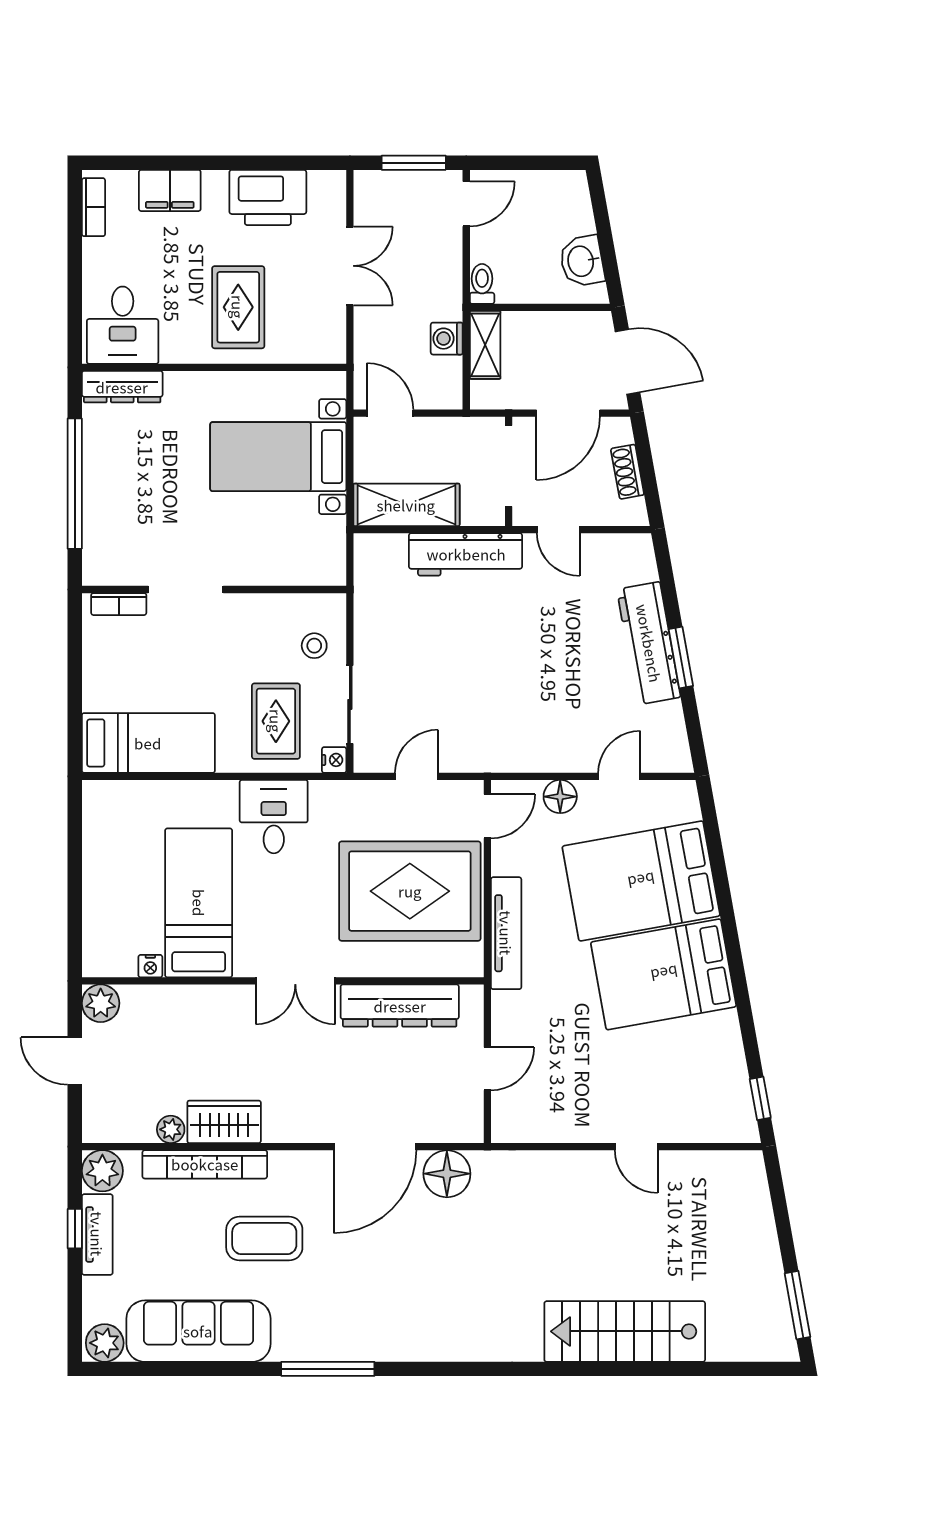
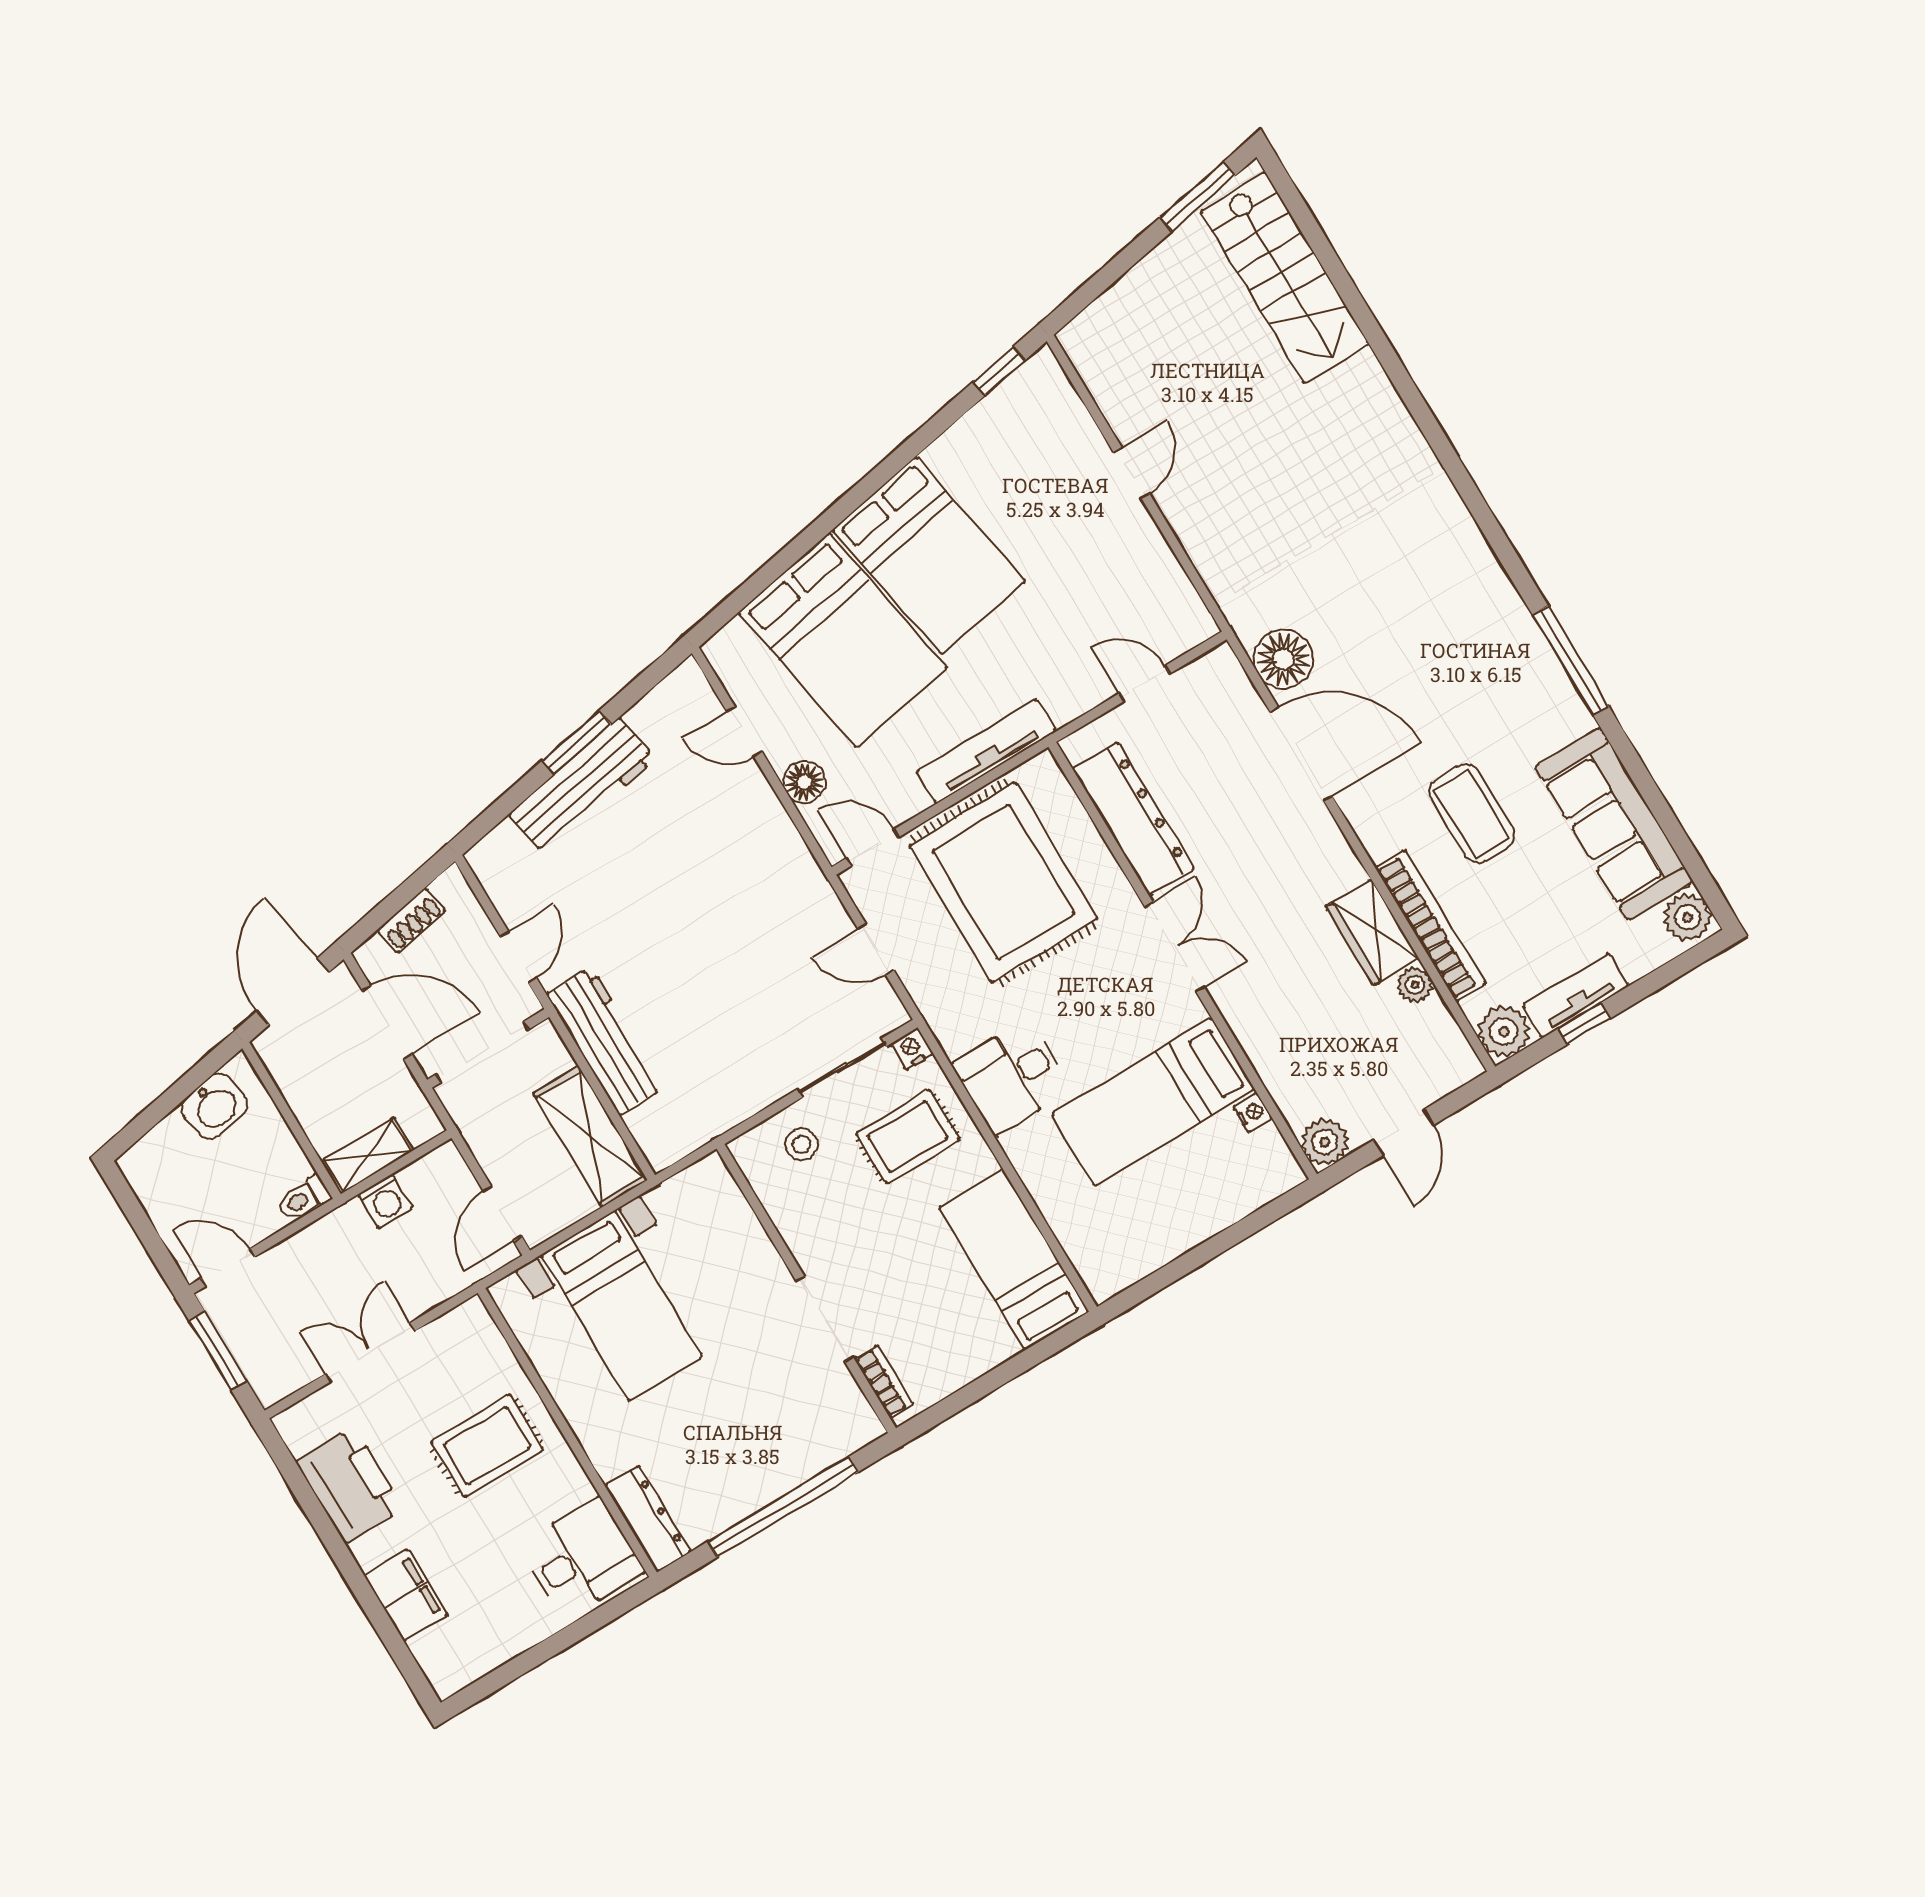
bookcase: (93, 207) -> (473, 1666), removed
stairs: (625, 1331) -> (1285, 278), moved

